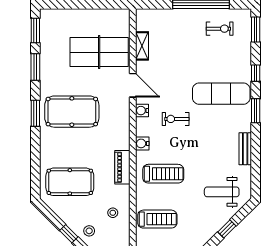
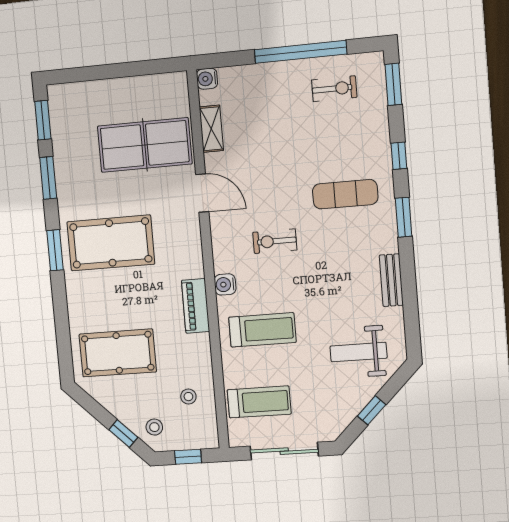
exercise mat: (221, 94) -> (345, 194), width x0.73, depth x0.69
water cooler: (142, 111) -> (207, 79), moved
piano: (122, 167) -> (196, 306), moved

